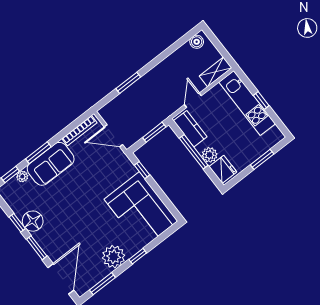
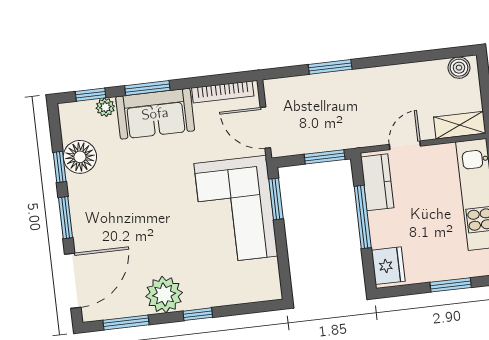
plant: (210, 155) -> (382, 234), removed
window: (142, 170) -> (276, 199), width x1.50
corner sofa: (141, 210) -> (236, 210), moved
floor lamp: (33, 221) -> (80, 157), moved

